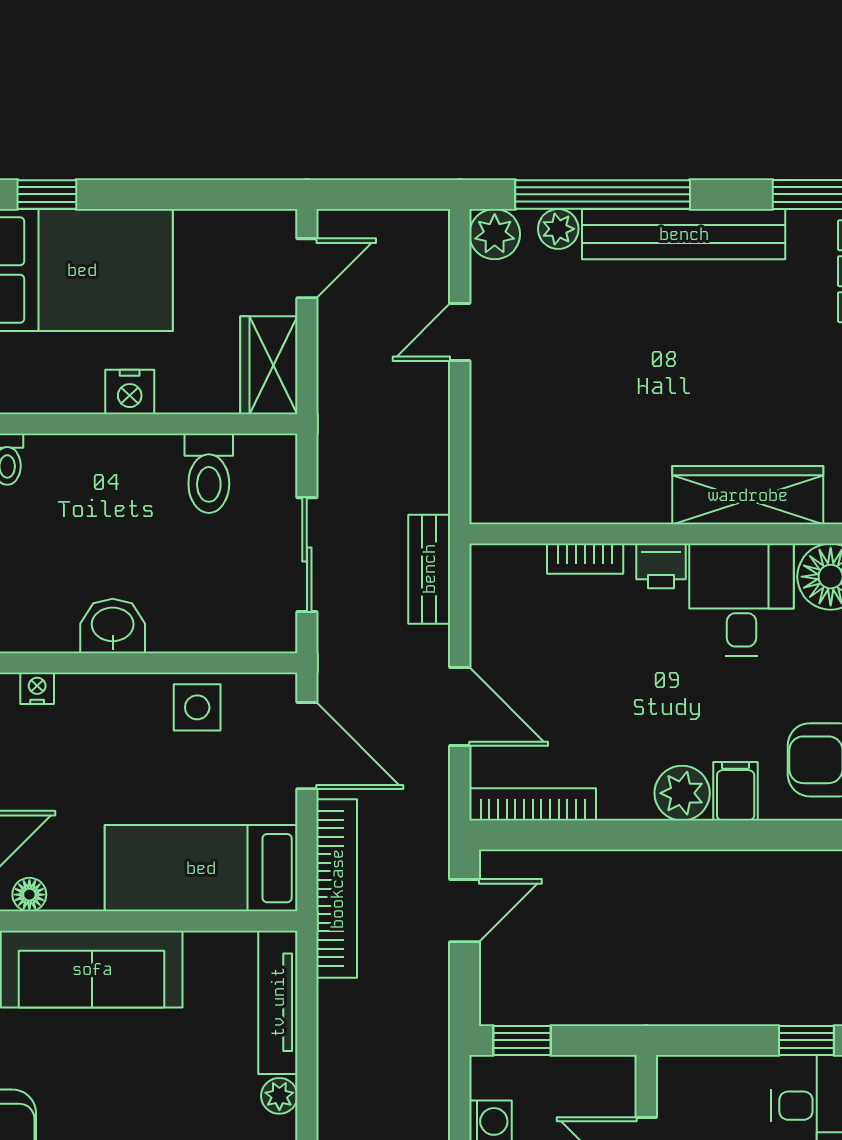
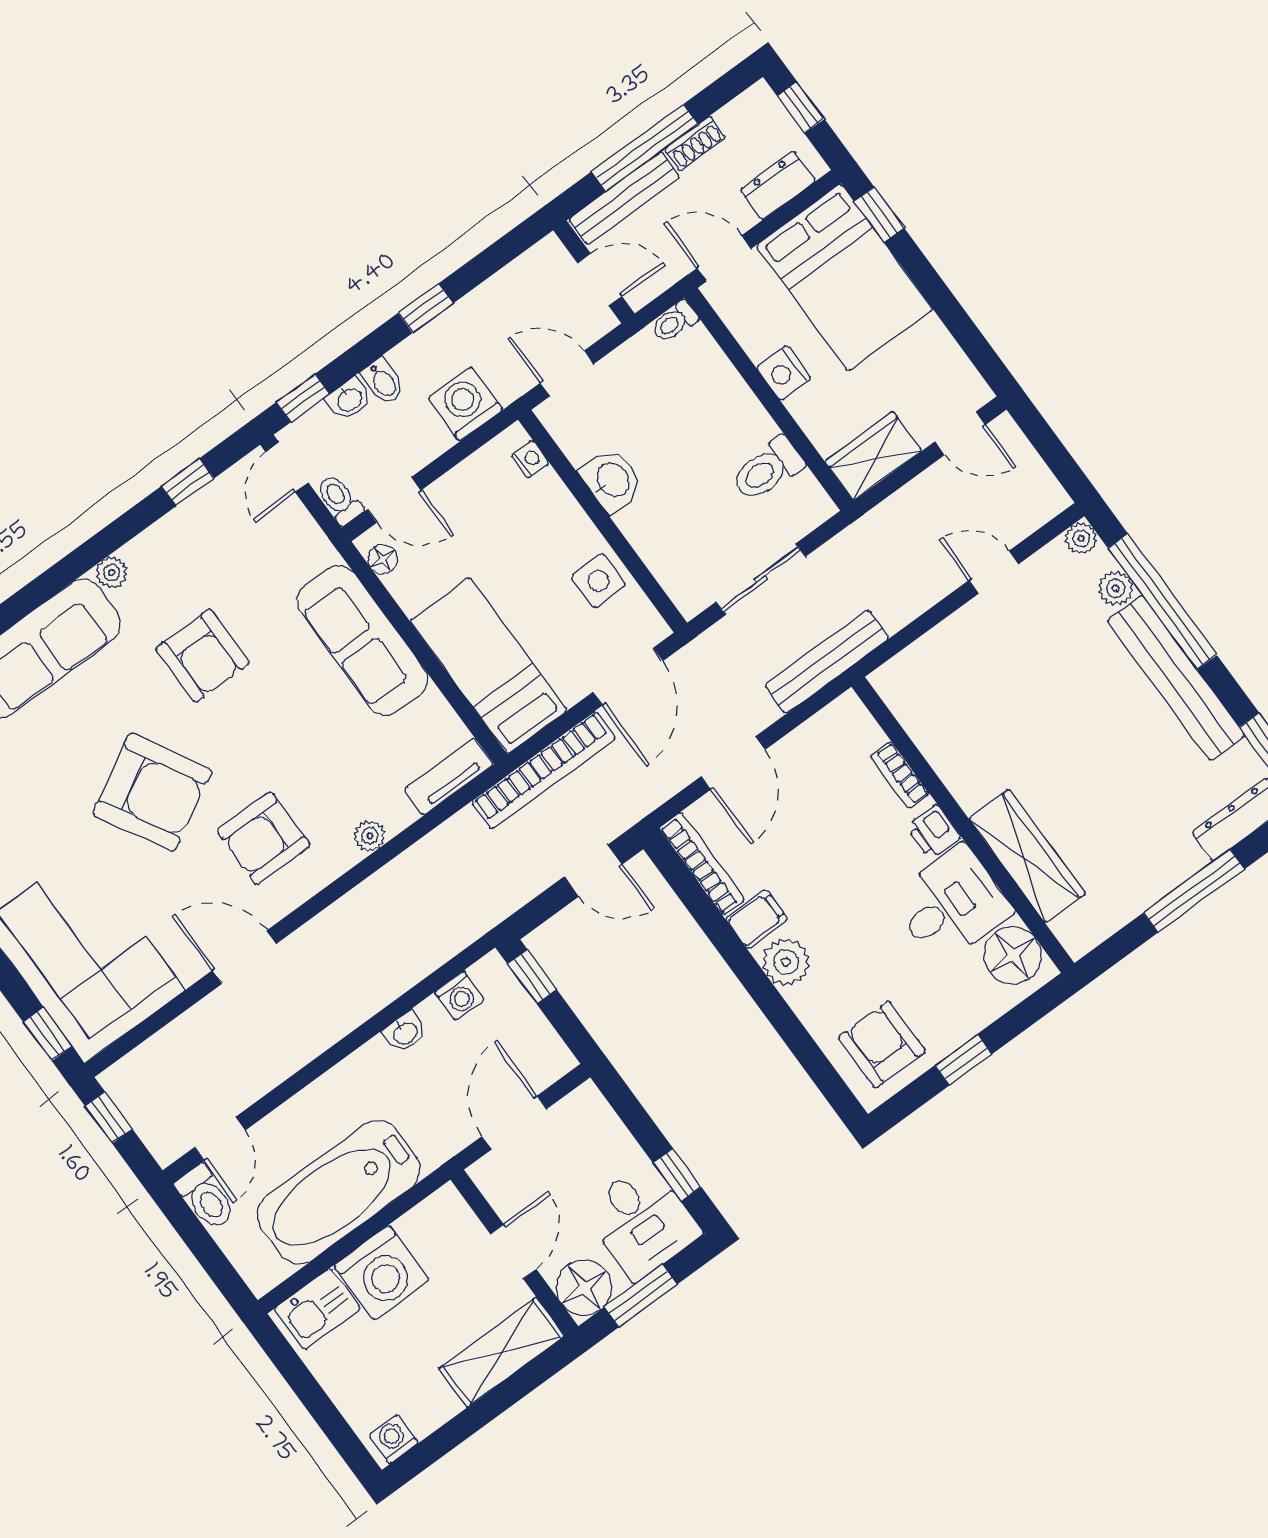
plant: (495, 234) -> (1081, 538), width x0.73, depth x0.73
bench: (429, 569) -> (827, 662), width x1.36
filing cabinet: (736, 791) -> (756, 919), moved
tv unit: (278, 1002) -> (449, 777), width x0.71

